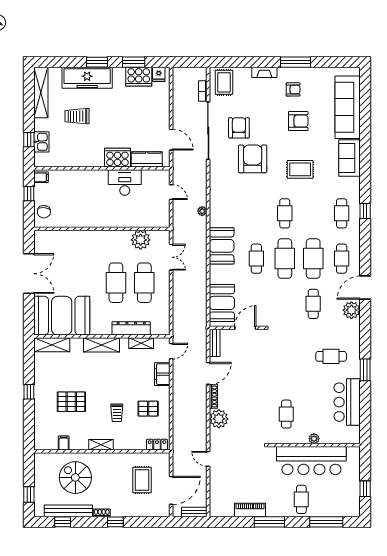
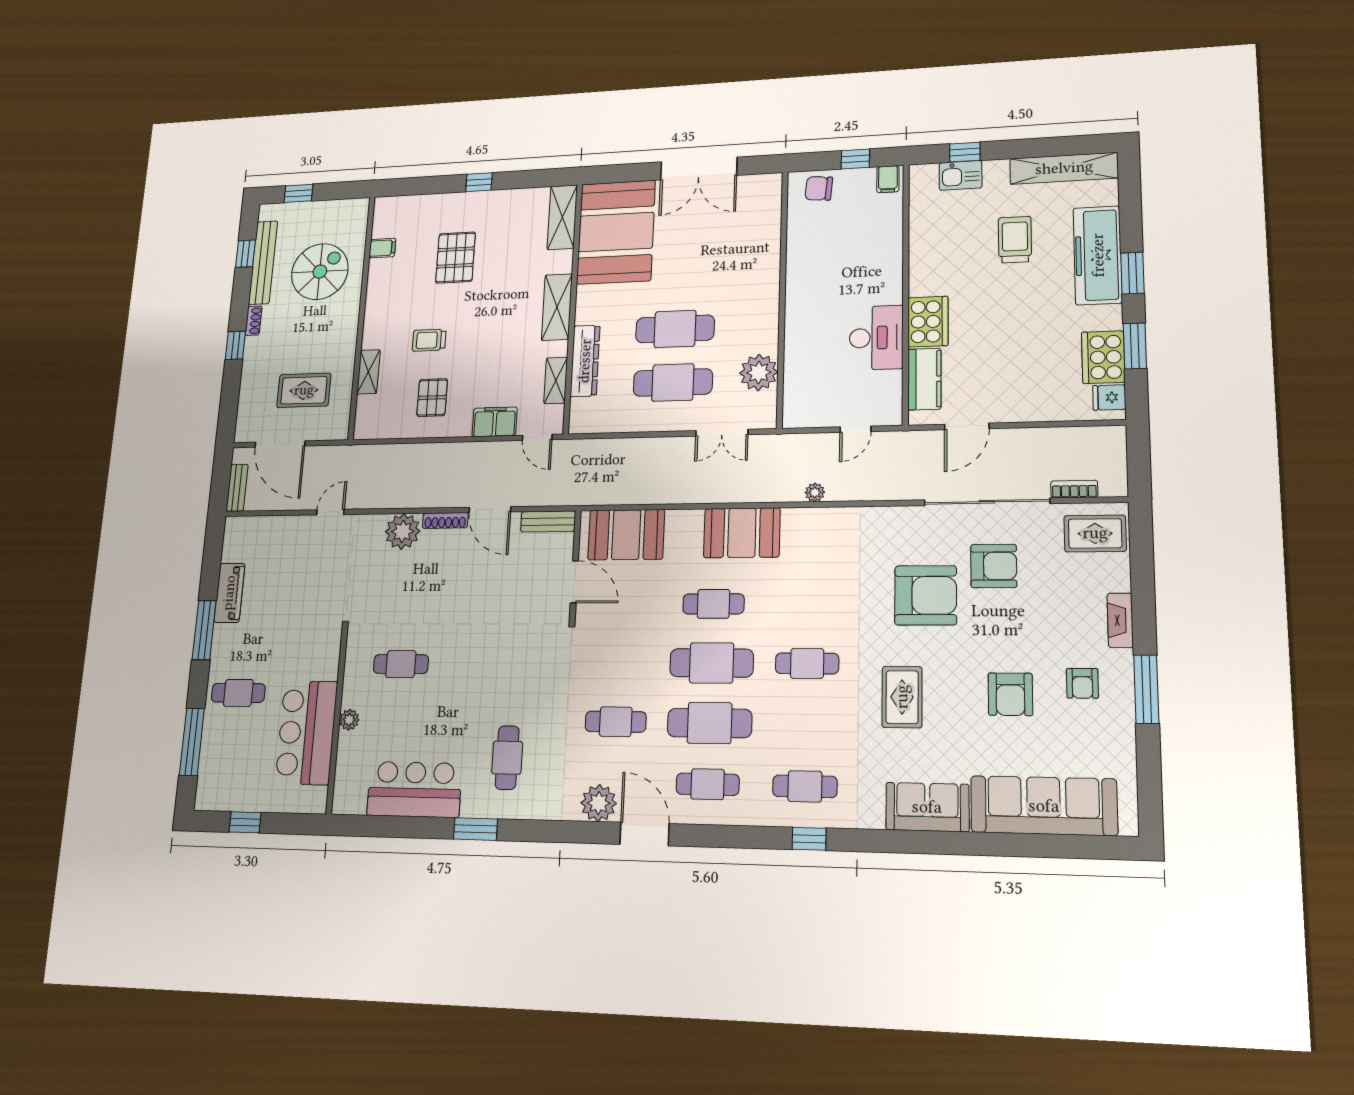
shelving: (101, 445) -> (368, 372), moved
locker: (157, 445) -> (365, 416), removed
bar counter: (311, 461) -> (307, 733), width x0.73

